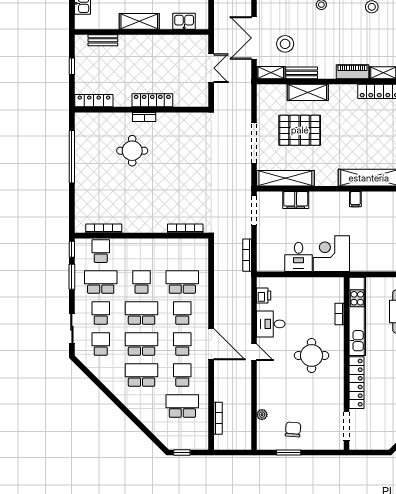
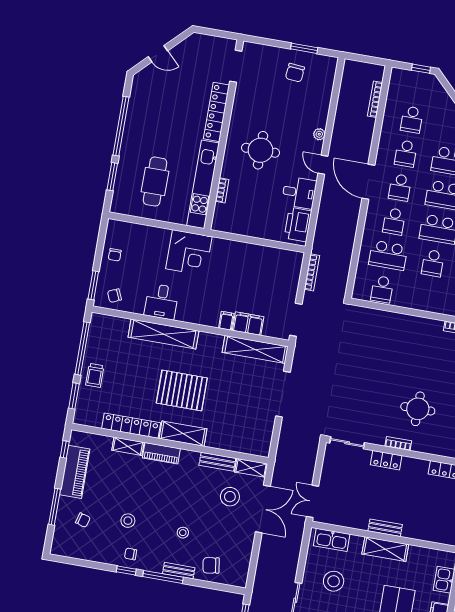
kitchen sink: (184, 21) -> (332, 540), width x1.38
bench: (103, 40) -> (385, 528), moved
double door: (211, 68) -> (313, 501), moved
shelving: (308, 92) -> (183, 434), moved
locker: (152, 100) -> (386, 460), width x0.66
sliding door: (190, 110) -> (347, 443), added
pallet: (300, 130) -> (182, 390), moved
filing cabinet: (355, 199) -> (226, 321), moved
bookcase: (185, 228) -> (375, 314), removed
school desk: (182, 251) -> (382, 289), added
corner desk: (331, 254) -> (189, 253), moved
desk: (299, 257) -> (162, 302), moved, turned 180
printer: (264, 295) -> (298, 225), width x1.87, depth x1.48
school desk: (182, 406) -> (412, 120), width x0.54
plant: (262, 415) -> (319, 134), moved

